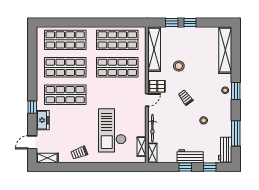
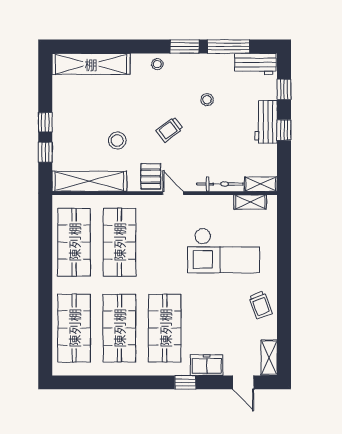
window: (236, 91) -> (185, 47), moved

